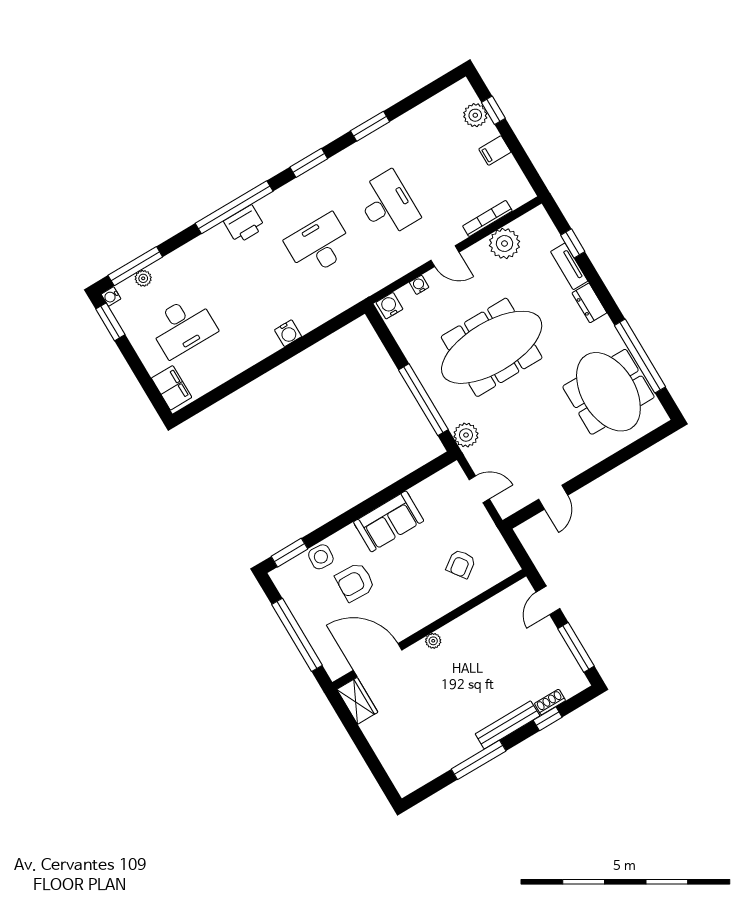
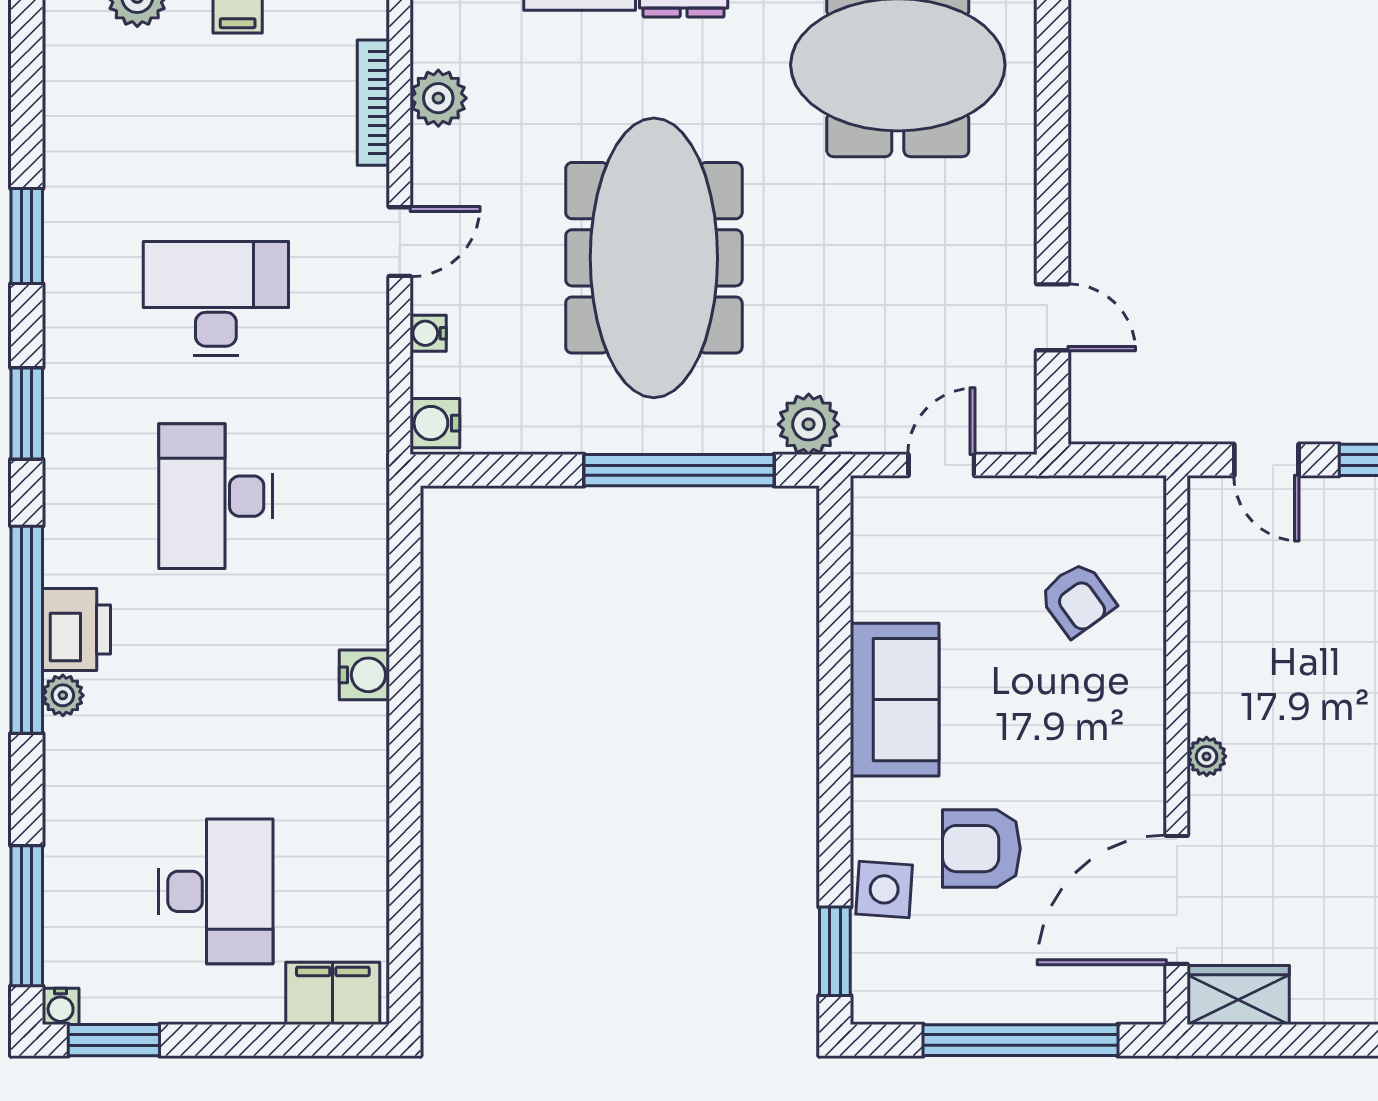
plant: (504, 243) -> (438, 98), width x0.73, depth x0.73
plant: (143, 278) -> (63, 695), moved
armchair: (355, 582) -> (981, 849), turned 88

